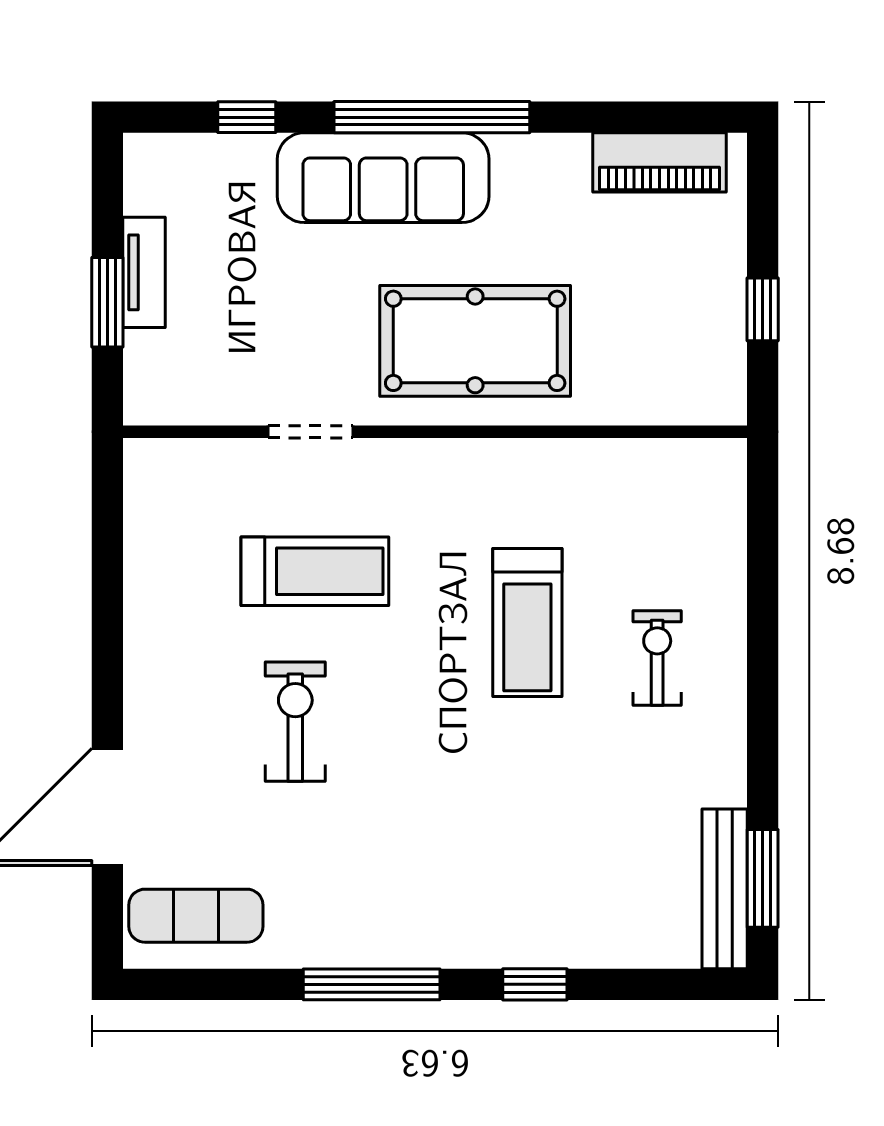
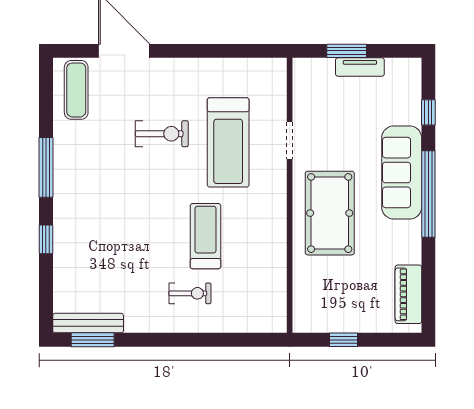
treadmill: (315, 571) -> (228, 142), width x1.37, depth x1.38
treadmill: (527, 623) -> (205, 236), turned 90

